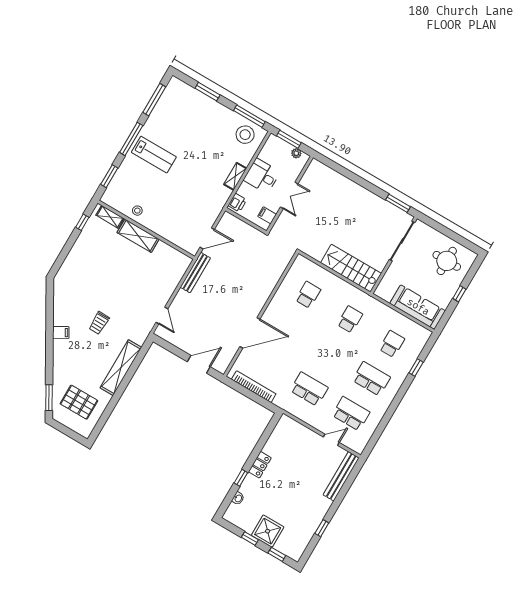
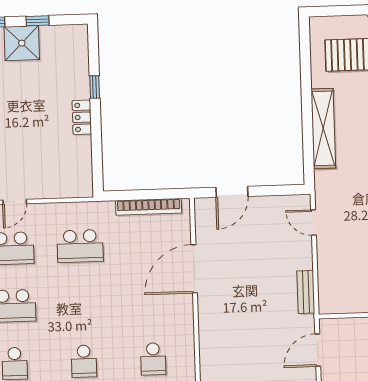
bench: (195, 273) -> (306, 292), width x0.73
washbasin: (238, 498) -> (82, 60), removed

